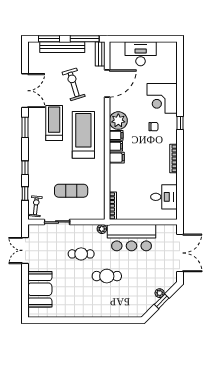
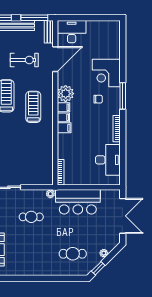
desk: (141, 54) -> (72, 32), moved
exercise bike: (74, 84) -> (24, 60), turned 107
window: (180, 123) -> (123, 96), width x2.17
treadmill: (83, 135) -> (33, 107), width x0.73, depth x0.73
exercise mat: (71, 191) -> (22, 158), removed
desk: (164, 197) -> (108, 160), width x1.37
cafe table: (107, 276) -> (73, 254), moved
window: (162, 301) -> (98, 268), moved

